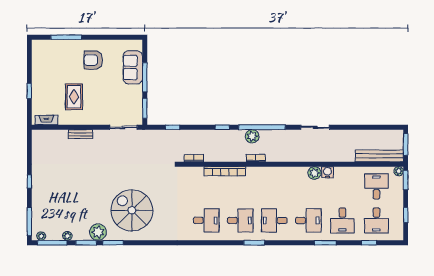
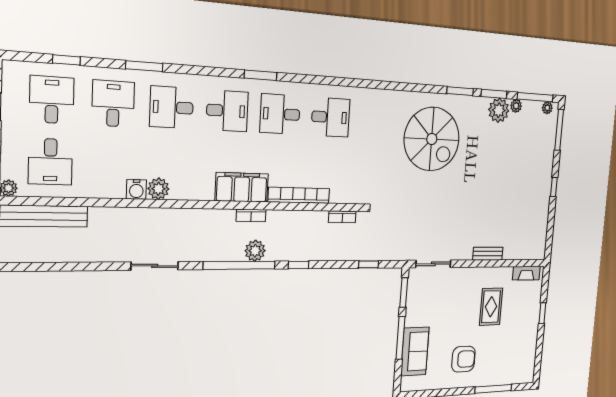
filing cabinet: (263, 175) -> (242, 187), added
desk: (206, 220) -> (331, 117), turned 180
plant: (98, 232) -> (499, 110), moved

